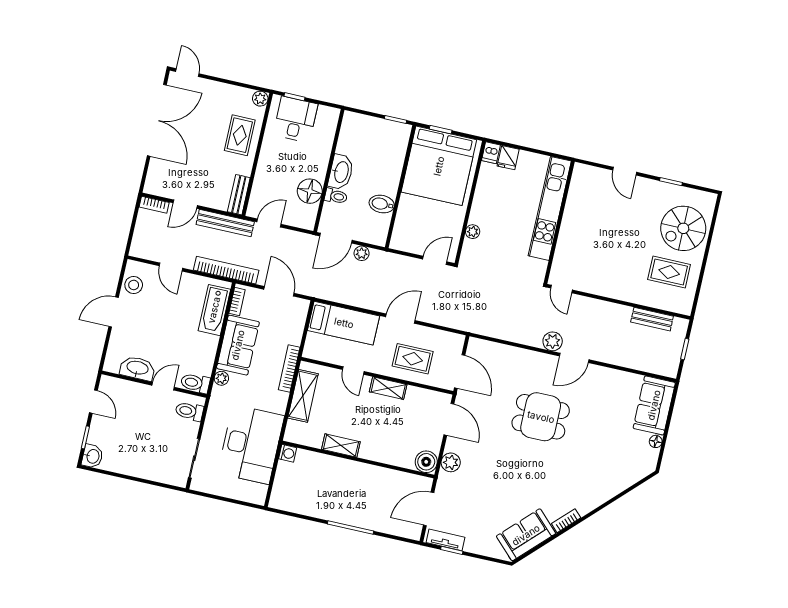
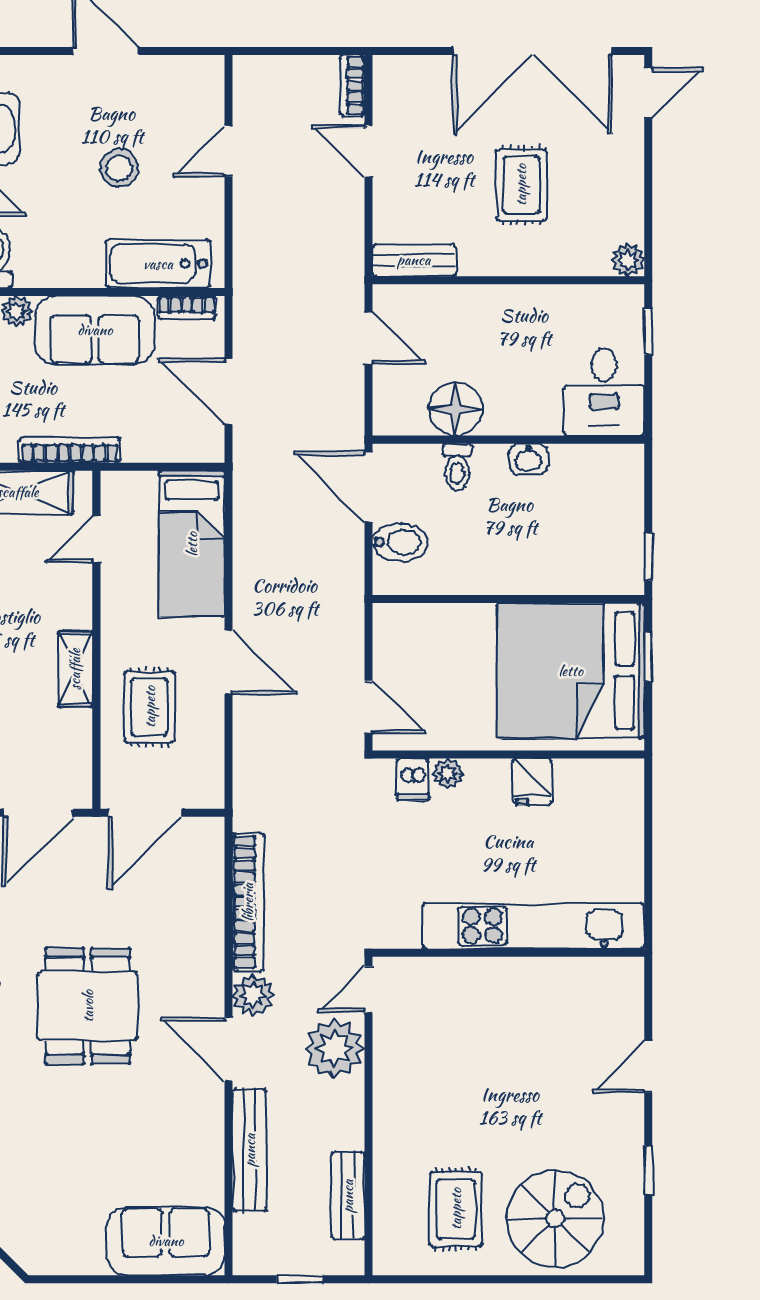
desk: (296, 119) -> (604, 392), moved, turned 90
rug: (240, 135) -> (521, 185), moved, turned 90
dishwasher: (491, 153) -> (413, 779), moved, turned -90
fridge: (508, 158) -> (532, 782), moved, turned -90
washbasin: (341, 172) -> (528, 459), width x0.52, depth x0.69
bidet: (382, 204) -> (400, 542), moved, turned 90
bench: (225, 223) -> (250, 1150), moved
spiral stairs: (683, 228) -> (555, 1218), turned 90
plant: (362, 253) -> (335, 1049), moved, width x1.87, depth x1.87
bookcase: (226, 270) -> (248, 902), moved
stool: (134, 285) -> (119, 168), moved
door: (279, 291) -> (229, 392), swing flipped
door: (353, 370) -> (96, 539), moved
floor lamp: (656, 441) -> (90, 1262), removed

